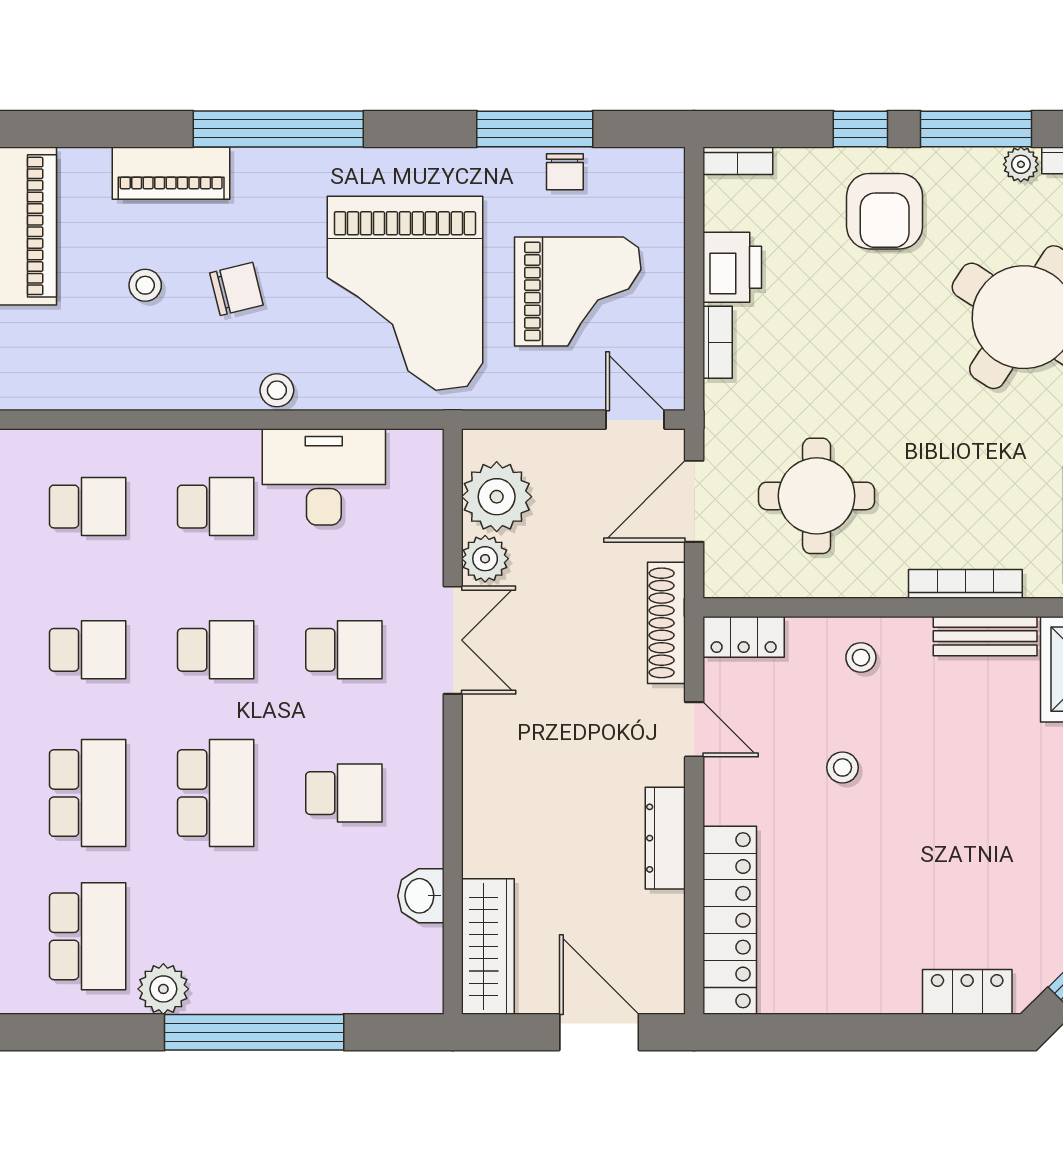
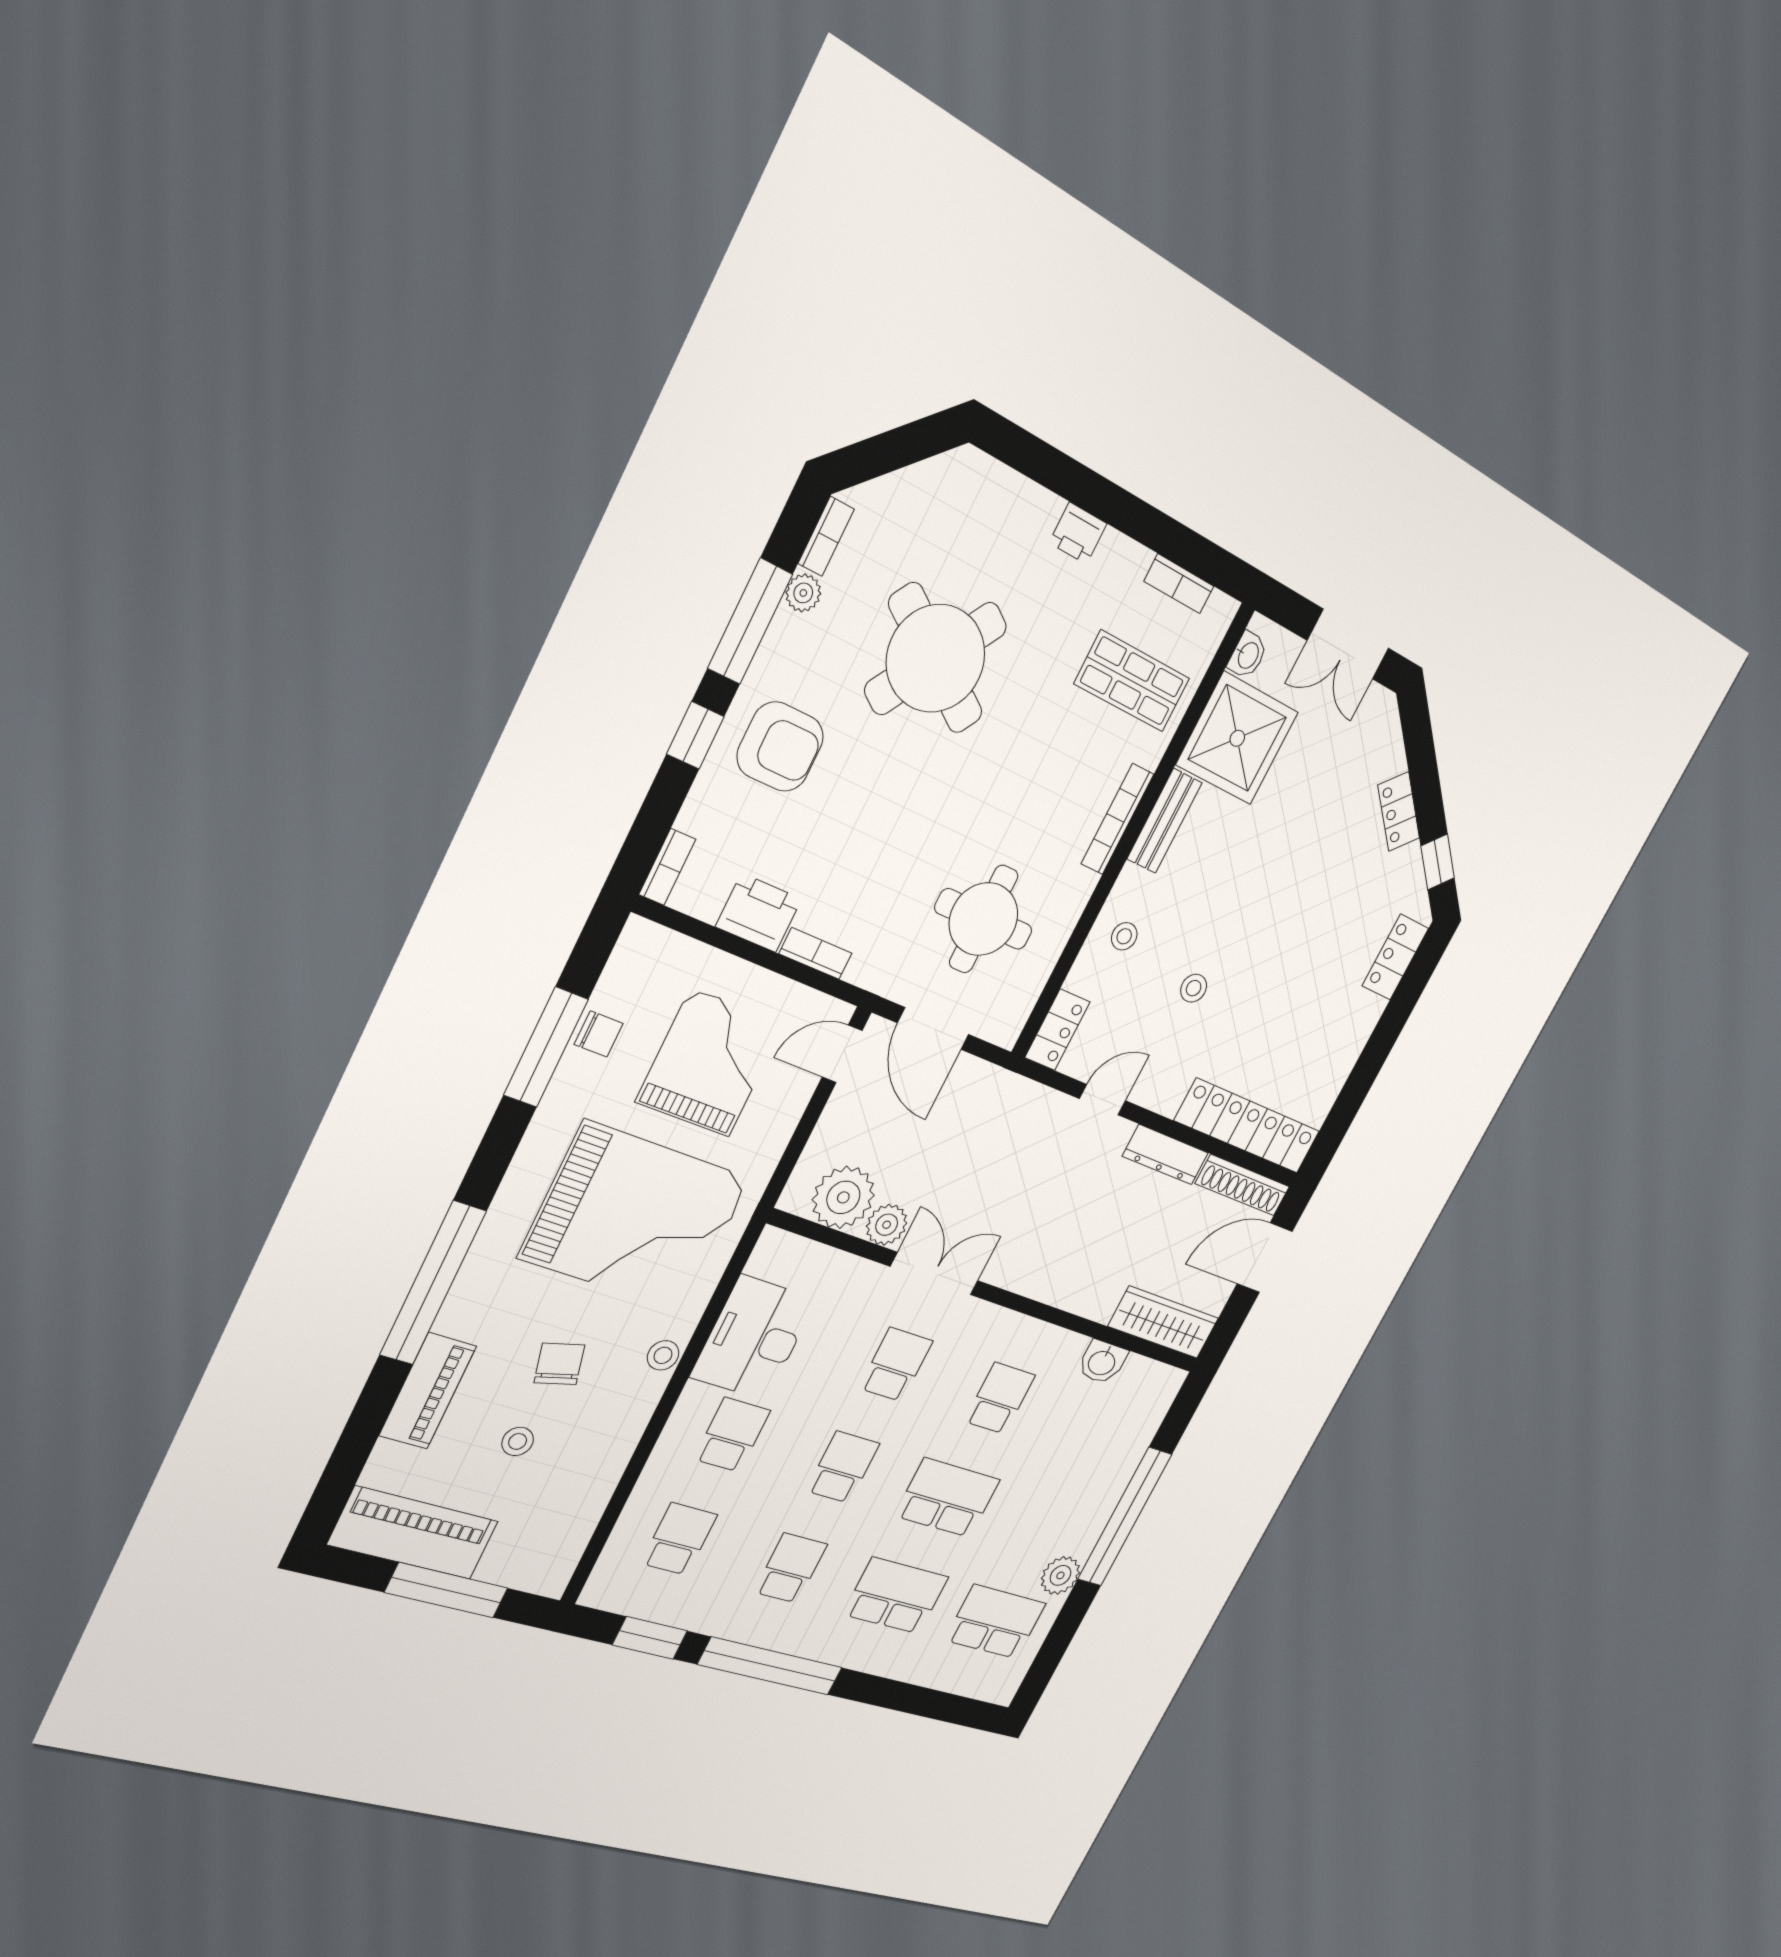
shoe rack: (666, 623) -> (1242, 1185), moved

